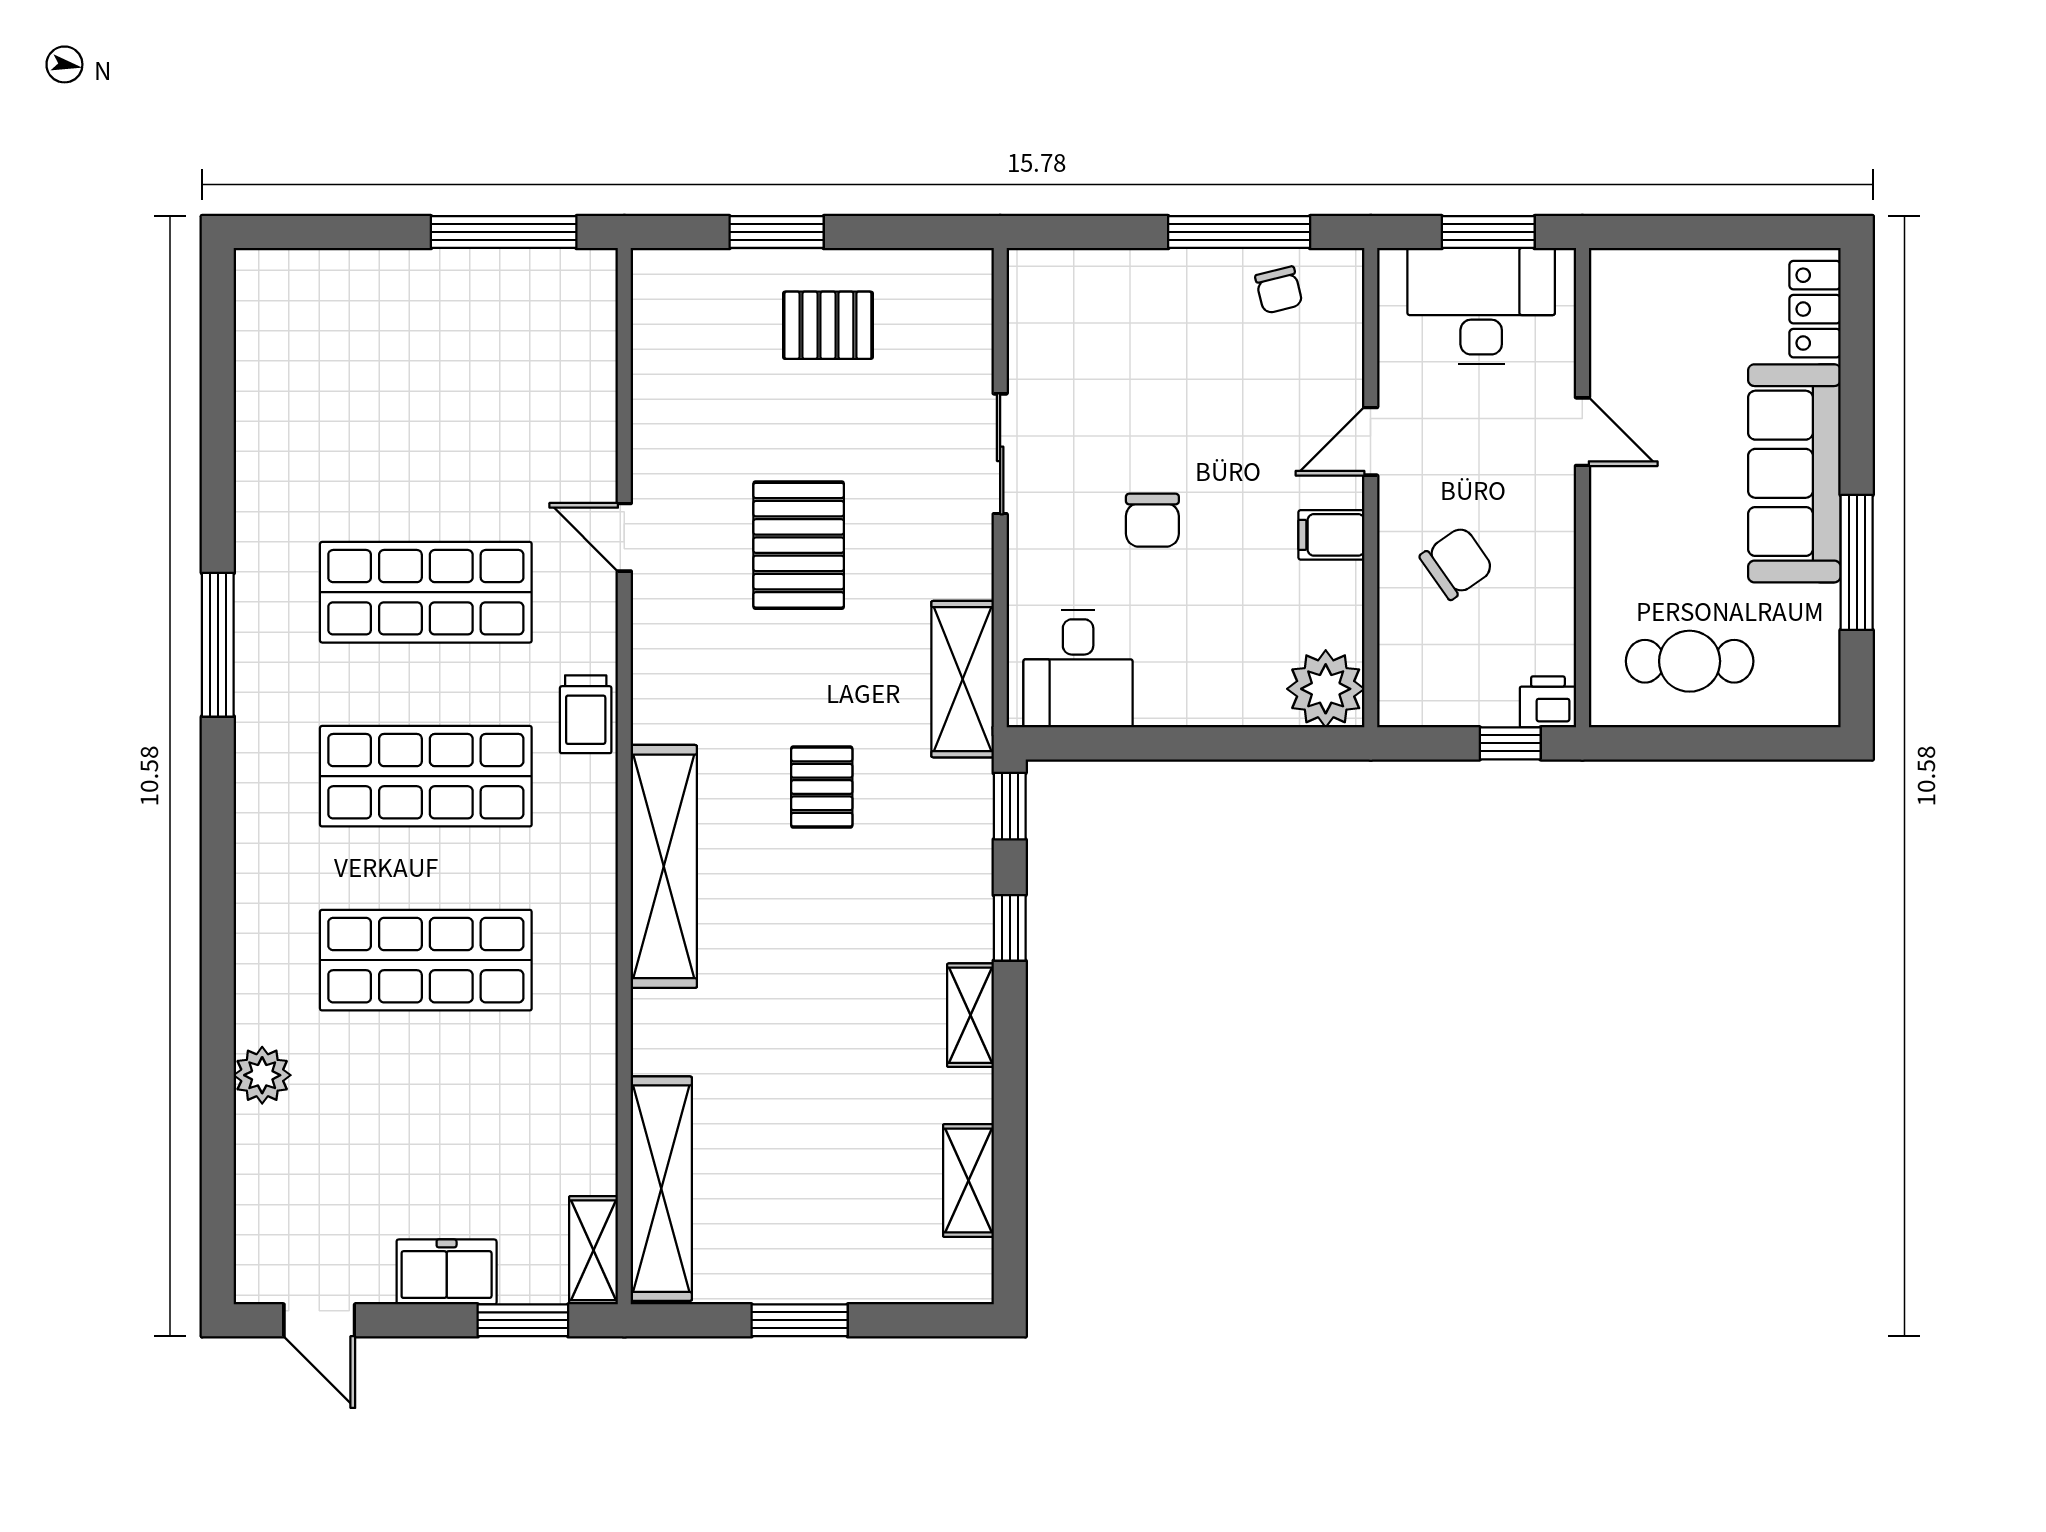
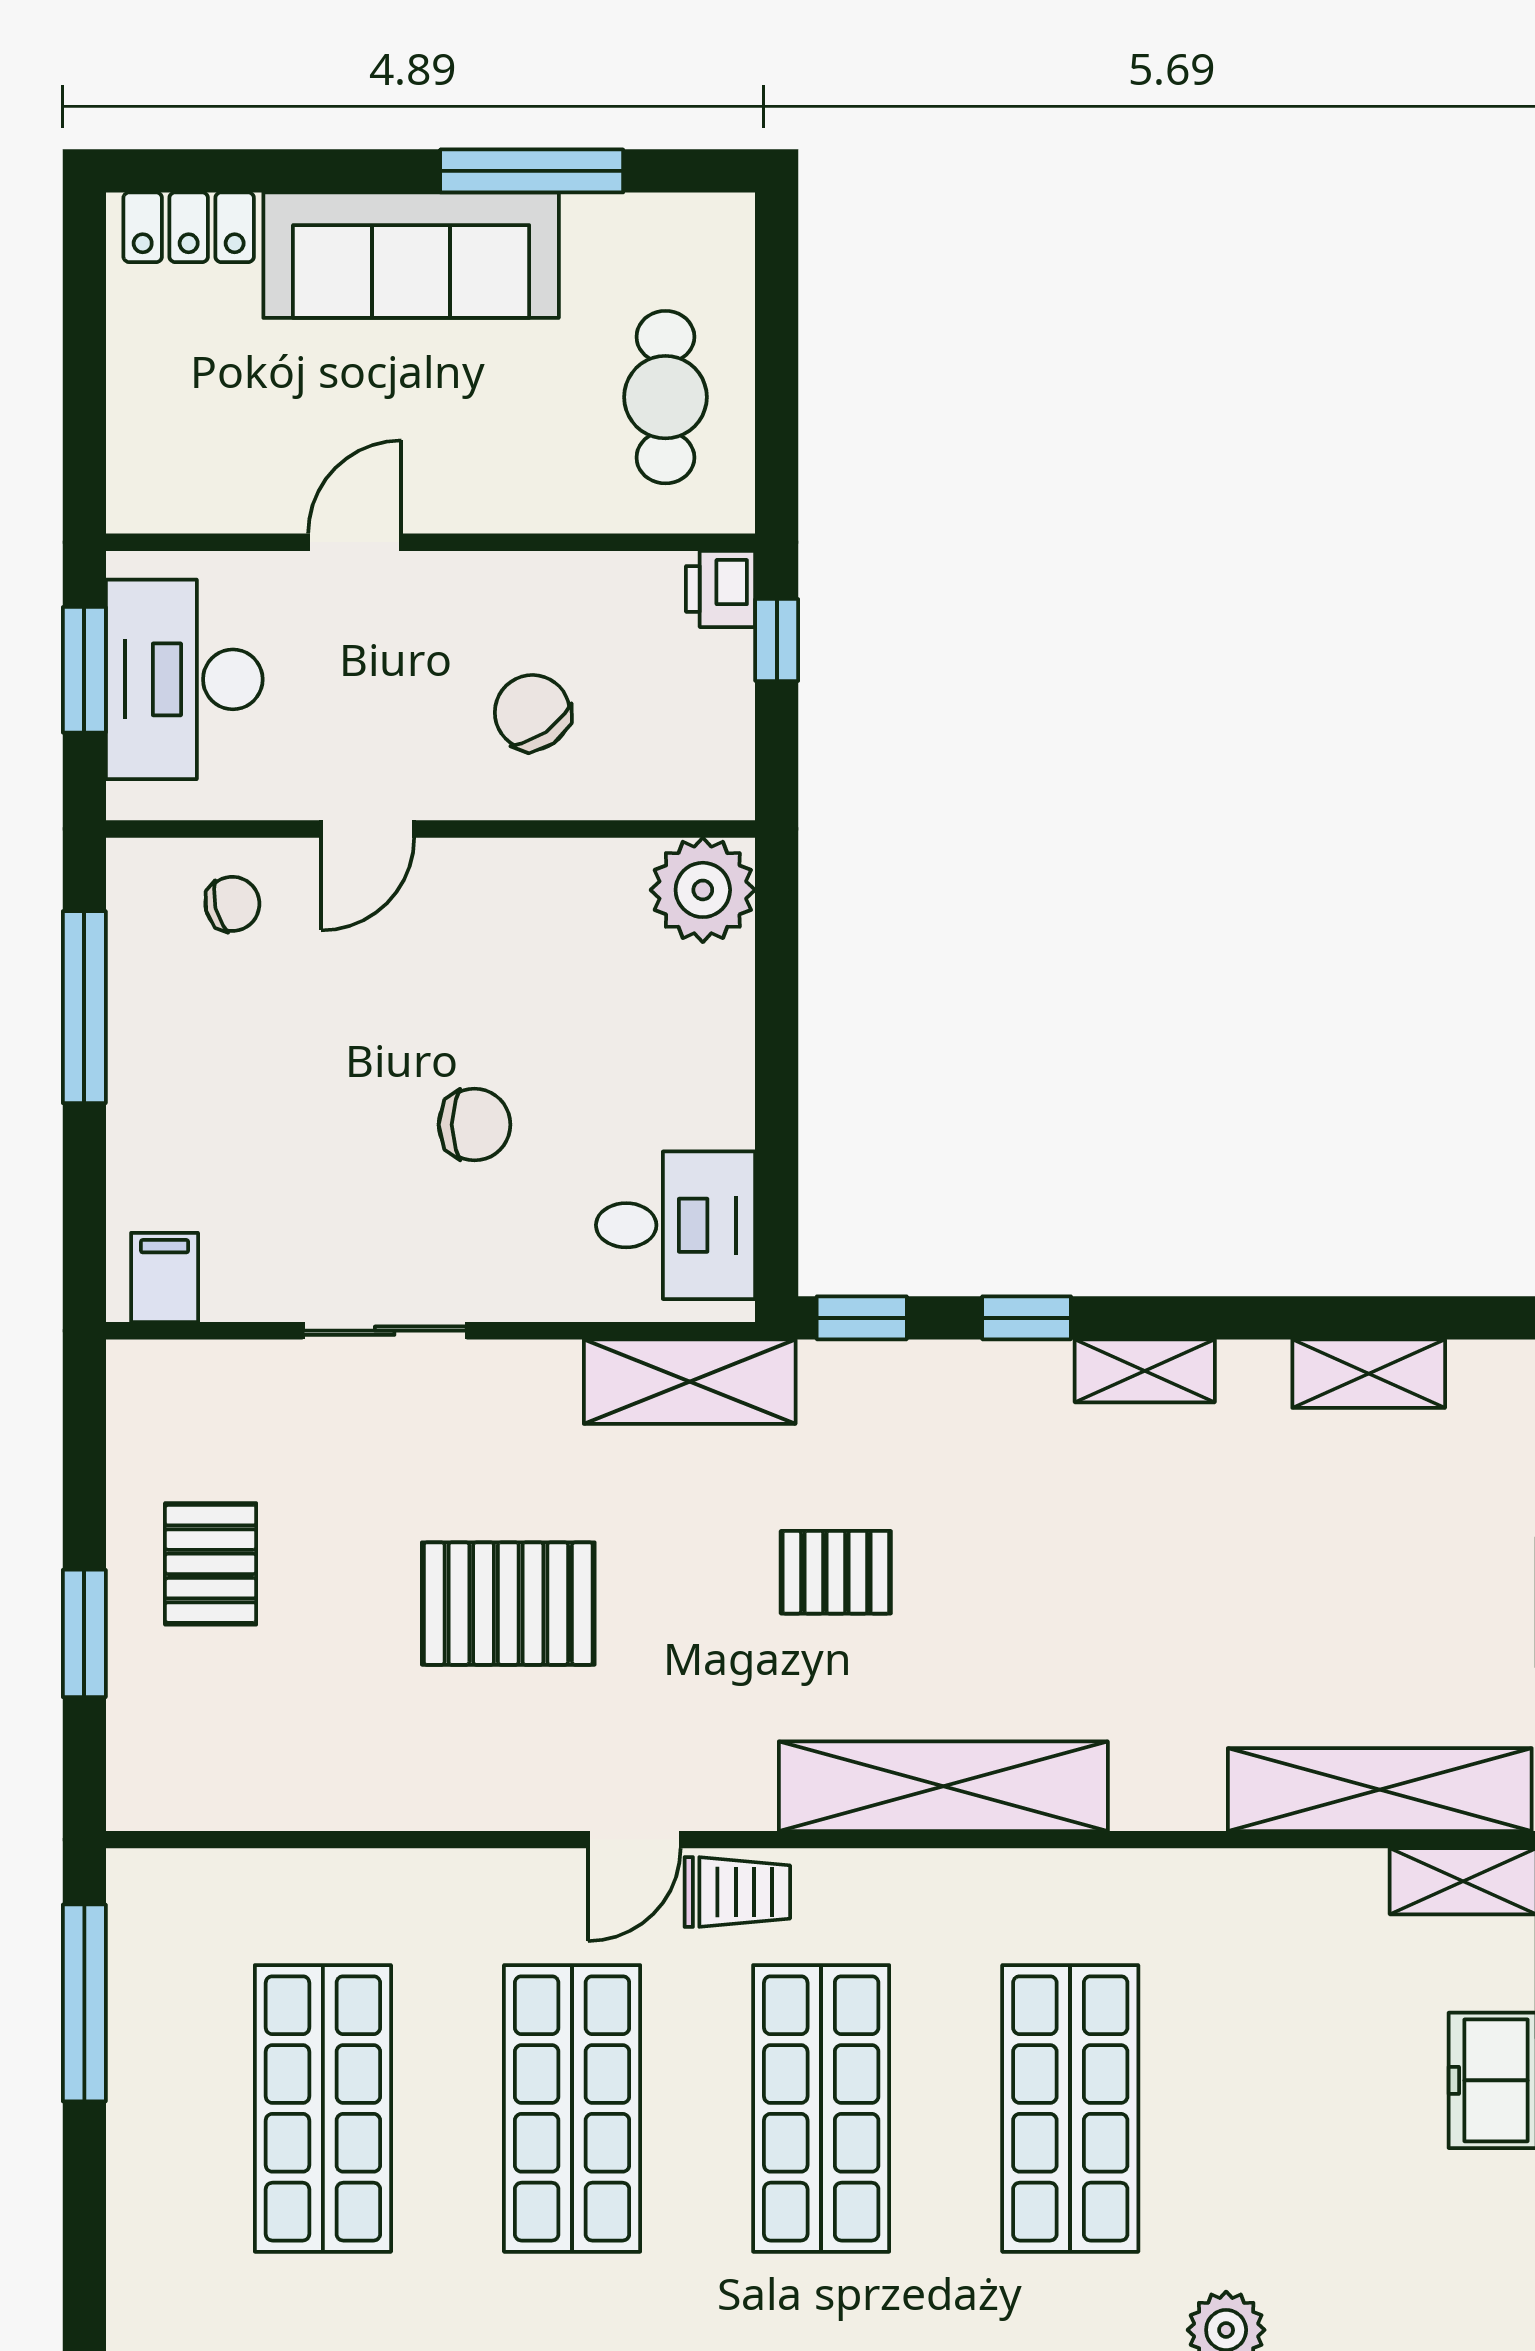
chair: (1279, 290) -> (232, 904), moved
shop shelf: (426, 408) -> (323, 2108), added
door: (1371, 441) -> (368, 829), hinge flipped
filing cabinet: (1331, 535) -> (165, 1277), moved, turned 180
door: (624, 537) -> (634, 1840), moved

